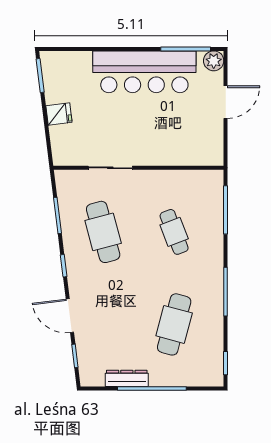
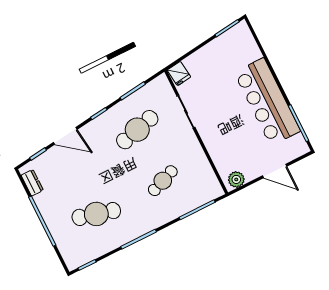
plant: (214, 61) -> (236, 179), moved
fridge: (59, 114) -> (179, 74), moved
door: (70, 316) -> (65, 136), swing flipped
dresser: (127, 378) -> (32, 183), moved, width x0.70

